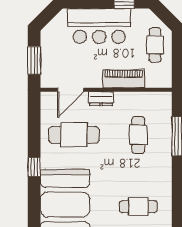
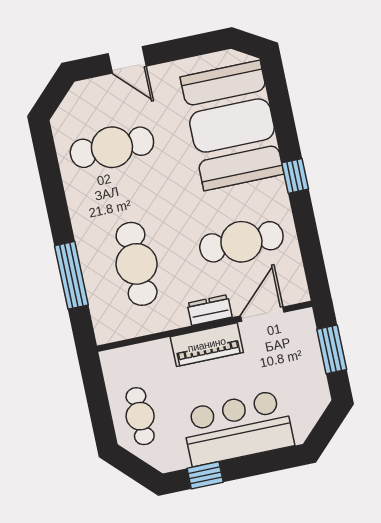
piano: (124, 79) -> (207, 345), moved
cafe table: (138, 135) -> (137, 264), width x1.37, depth x1.35
cafe table: (138, 207) -> (112, 147), width x1.37, depth x1.35

